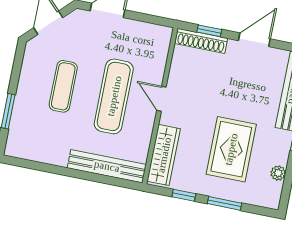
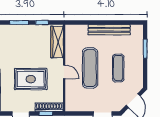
rug: (231, 149) -> (31, 79), moved, turned 90
bench: (107, 166) -> (109, 30), moved

